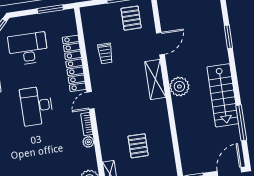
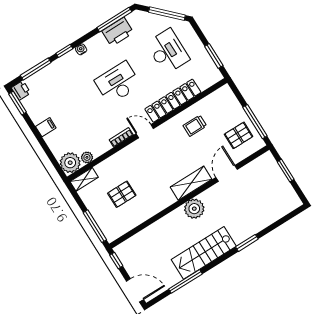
window: (228, 37) -> (247, 243), moved
door: (160, 44) -> (227, 173), swing flipped
plant: (88, 142) -> (87, 157), moved

